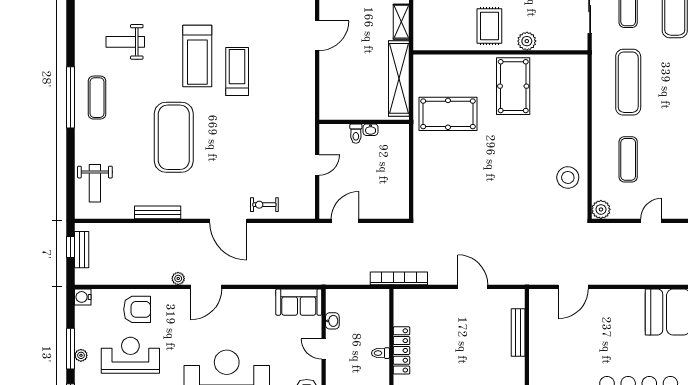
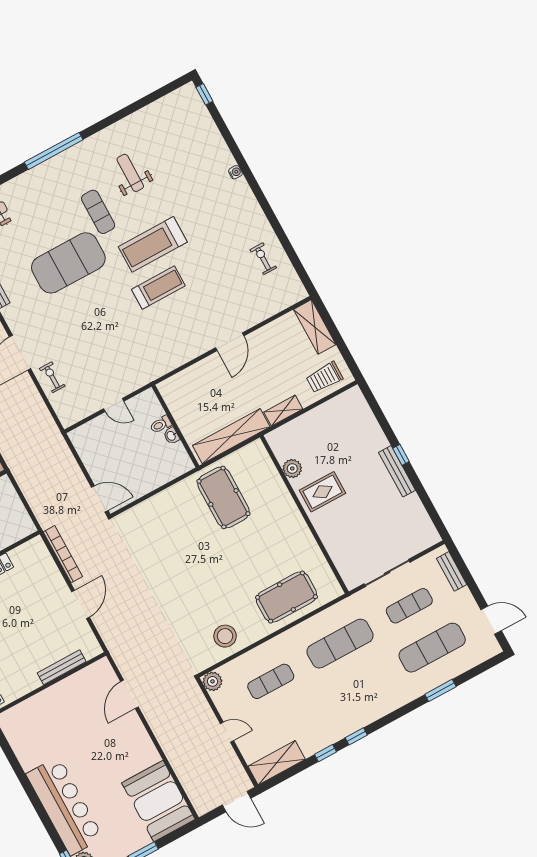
door: (317, 36) -> (230, 342), hinge flipped
plant: (527, 41) -> (292, 469), moved
pool table: (513, 86) -> (286, 597), moved
exercise mat: (97, 98) -> (98, 212), moved, turned 90
door: (345, 221) -> (100, 499), moved
bookcase: (399, 278) -> (63, 554), moved
door: (573, 287) -> (129, 694), hinge flipped

